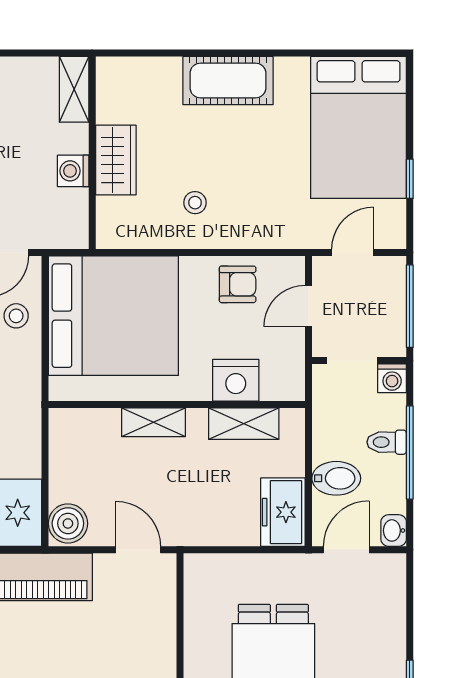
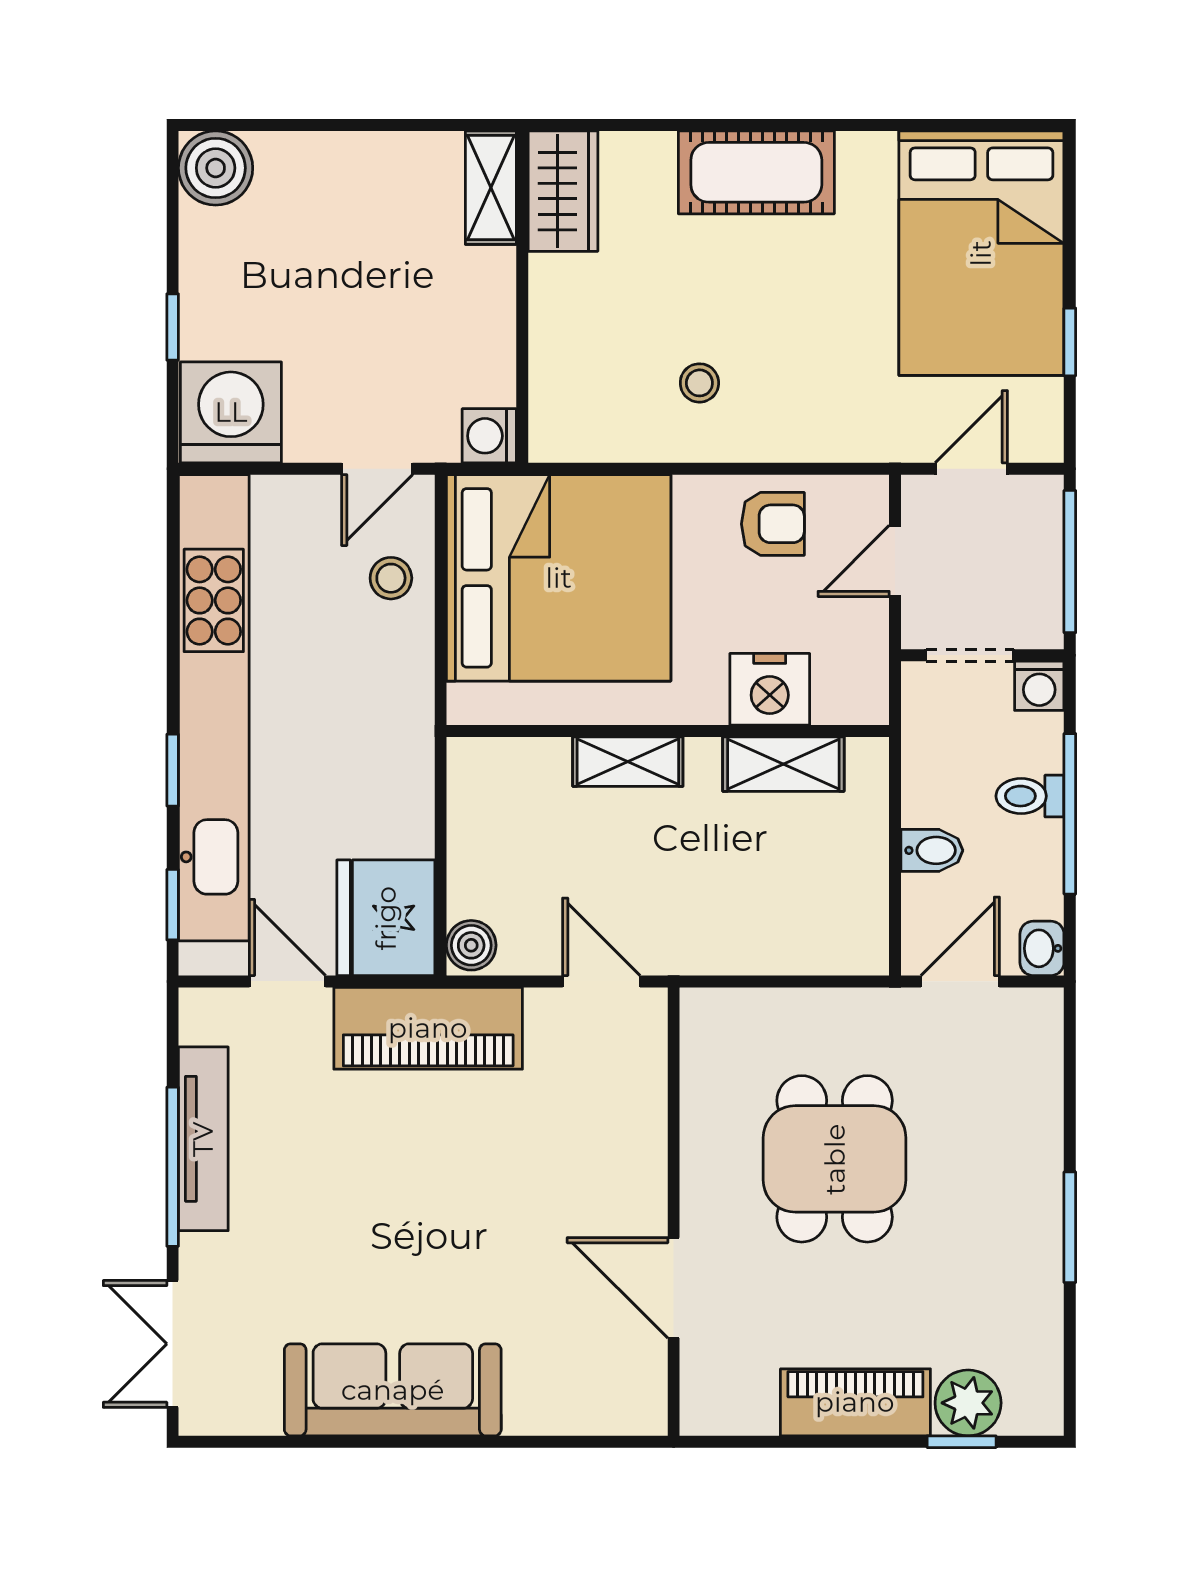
wardrobe: (116, 160) -> (563, 191), moved
washing machine: (73, 171) -> (489, 436), moved
bidet: (336, 478) -> (932, 850), width x0.72, depth x0.74
freezer: (283, 512) -> (851, 917), removed
boiler: (68, 523) -> (471, 945), width x0.73, depth x0.73

